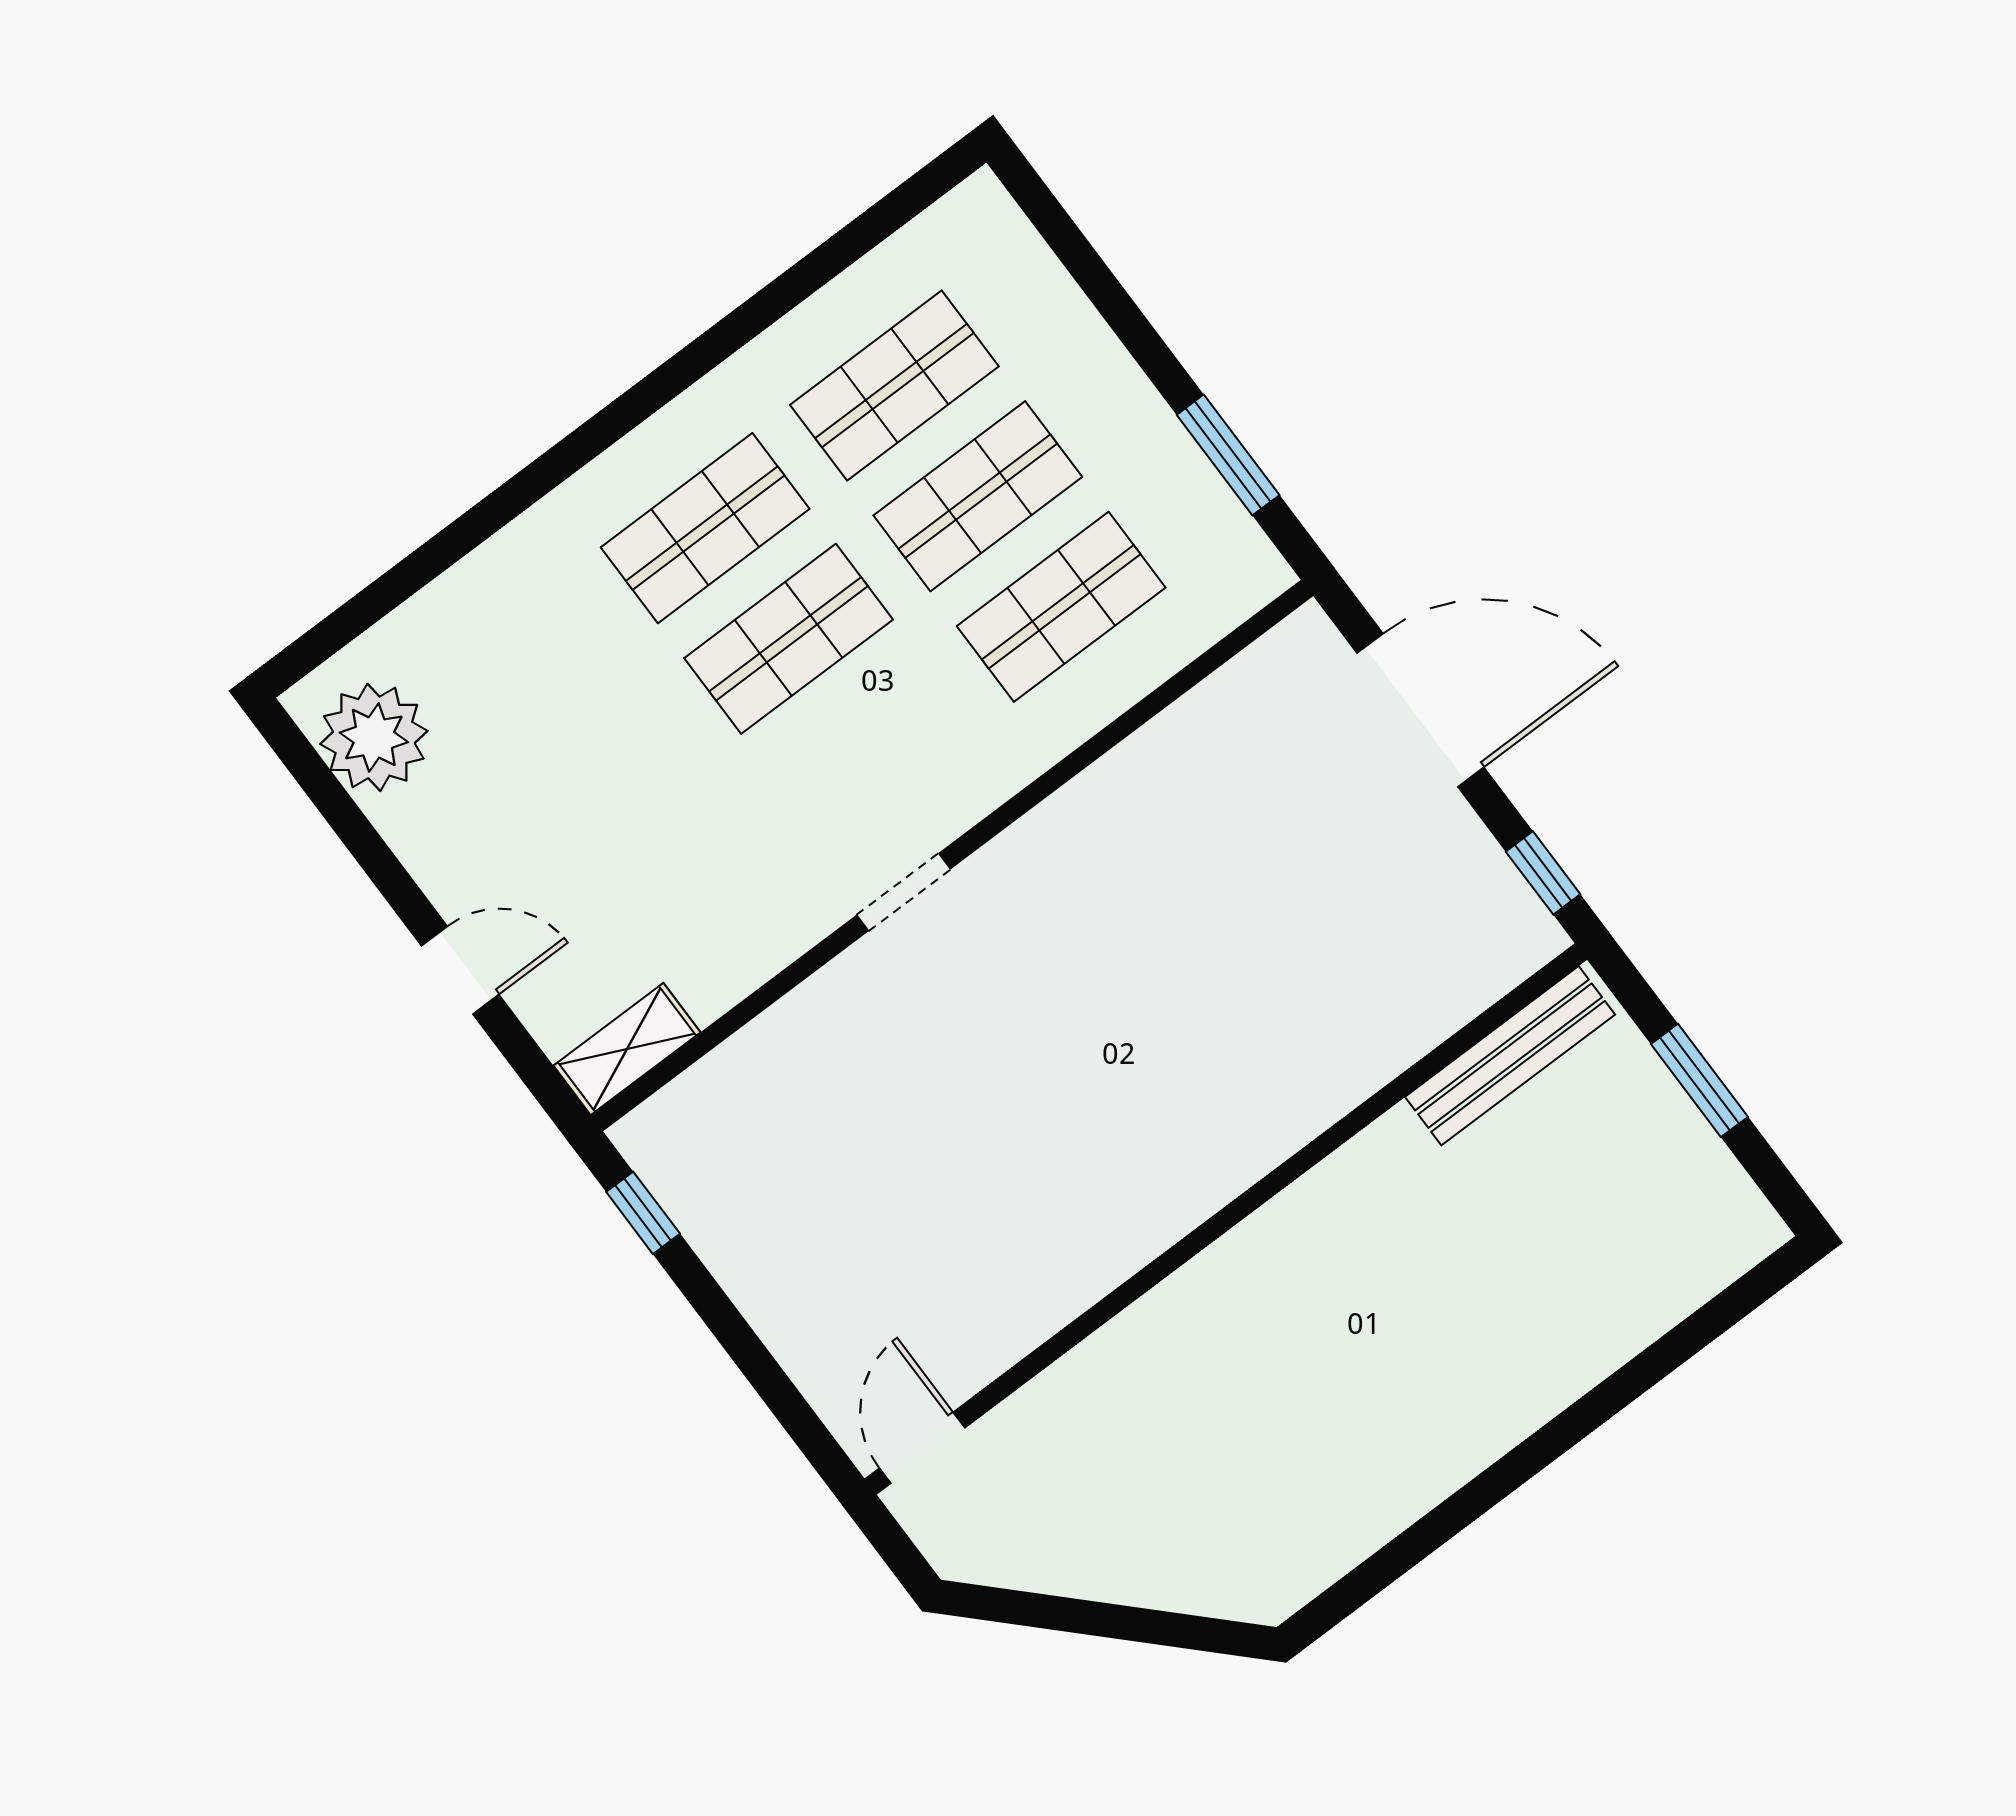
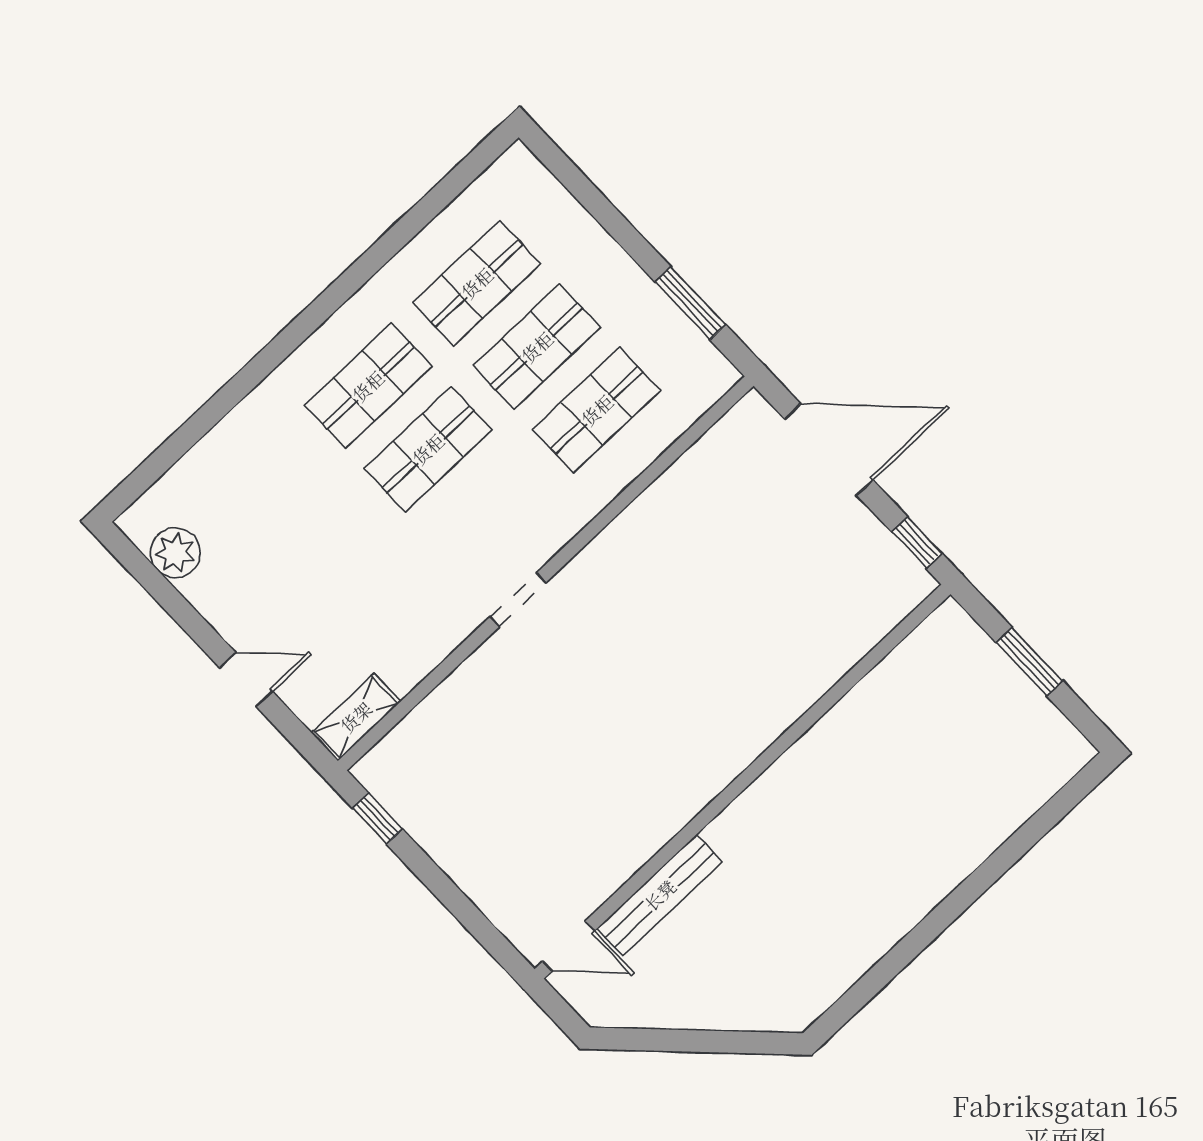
plant: (374, 737) -> (175, 553), width x0.73, depth x0.73
bench: (1510, 1056) -> (660, 895), moved
door: (922, 1448) -> (569, 946), swing flipped

